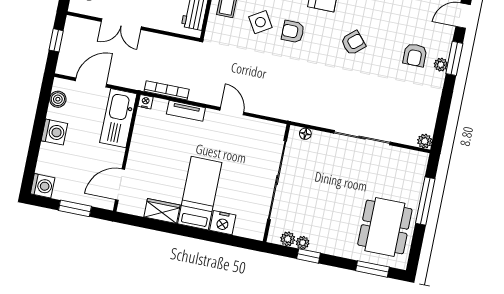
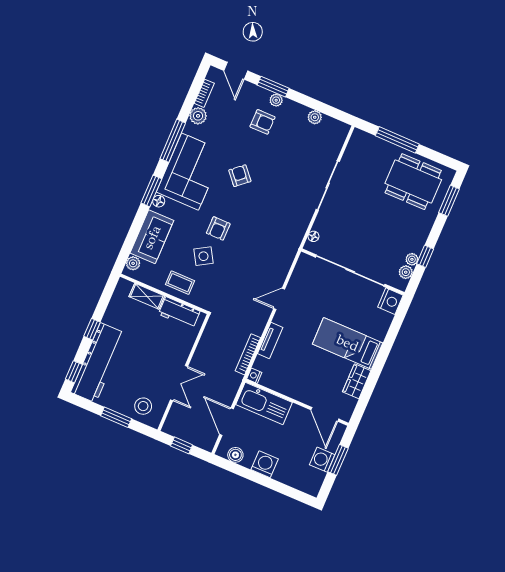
plant: (425, 141) -> (315, 117), moved
washing machine: (43, 186) -> (322, 460), moved, turned -90
nightstand: (223, 223) -> (390, 301), moved

